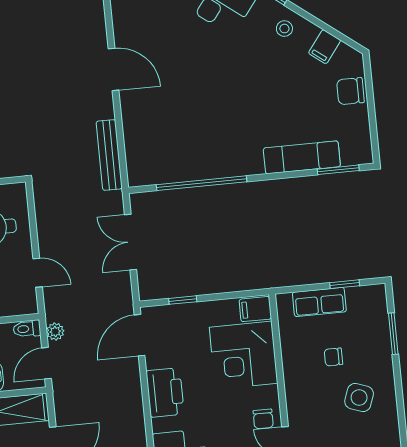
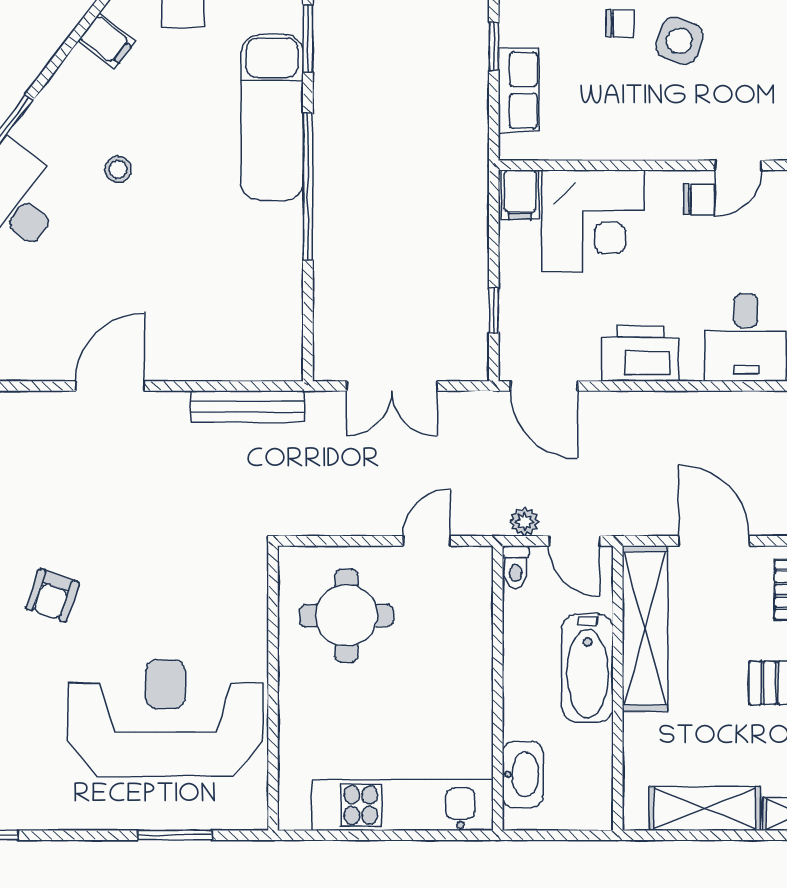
stool: (284, 29) -> (118, 169), moved
exam couch: (302, 157) -> (272, 118), width x1.36, depth x1.45
window: (202, 183) -> (308, 187), moved
chair: (333, 357) -> (620, 23), moved, turned -90

